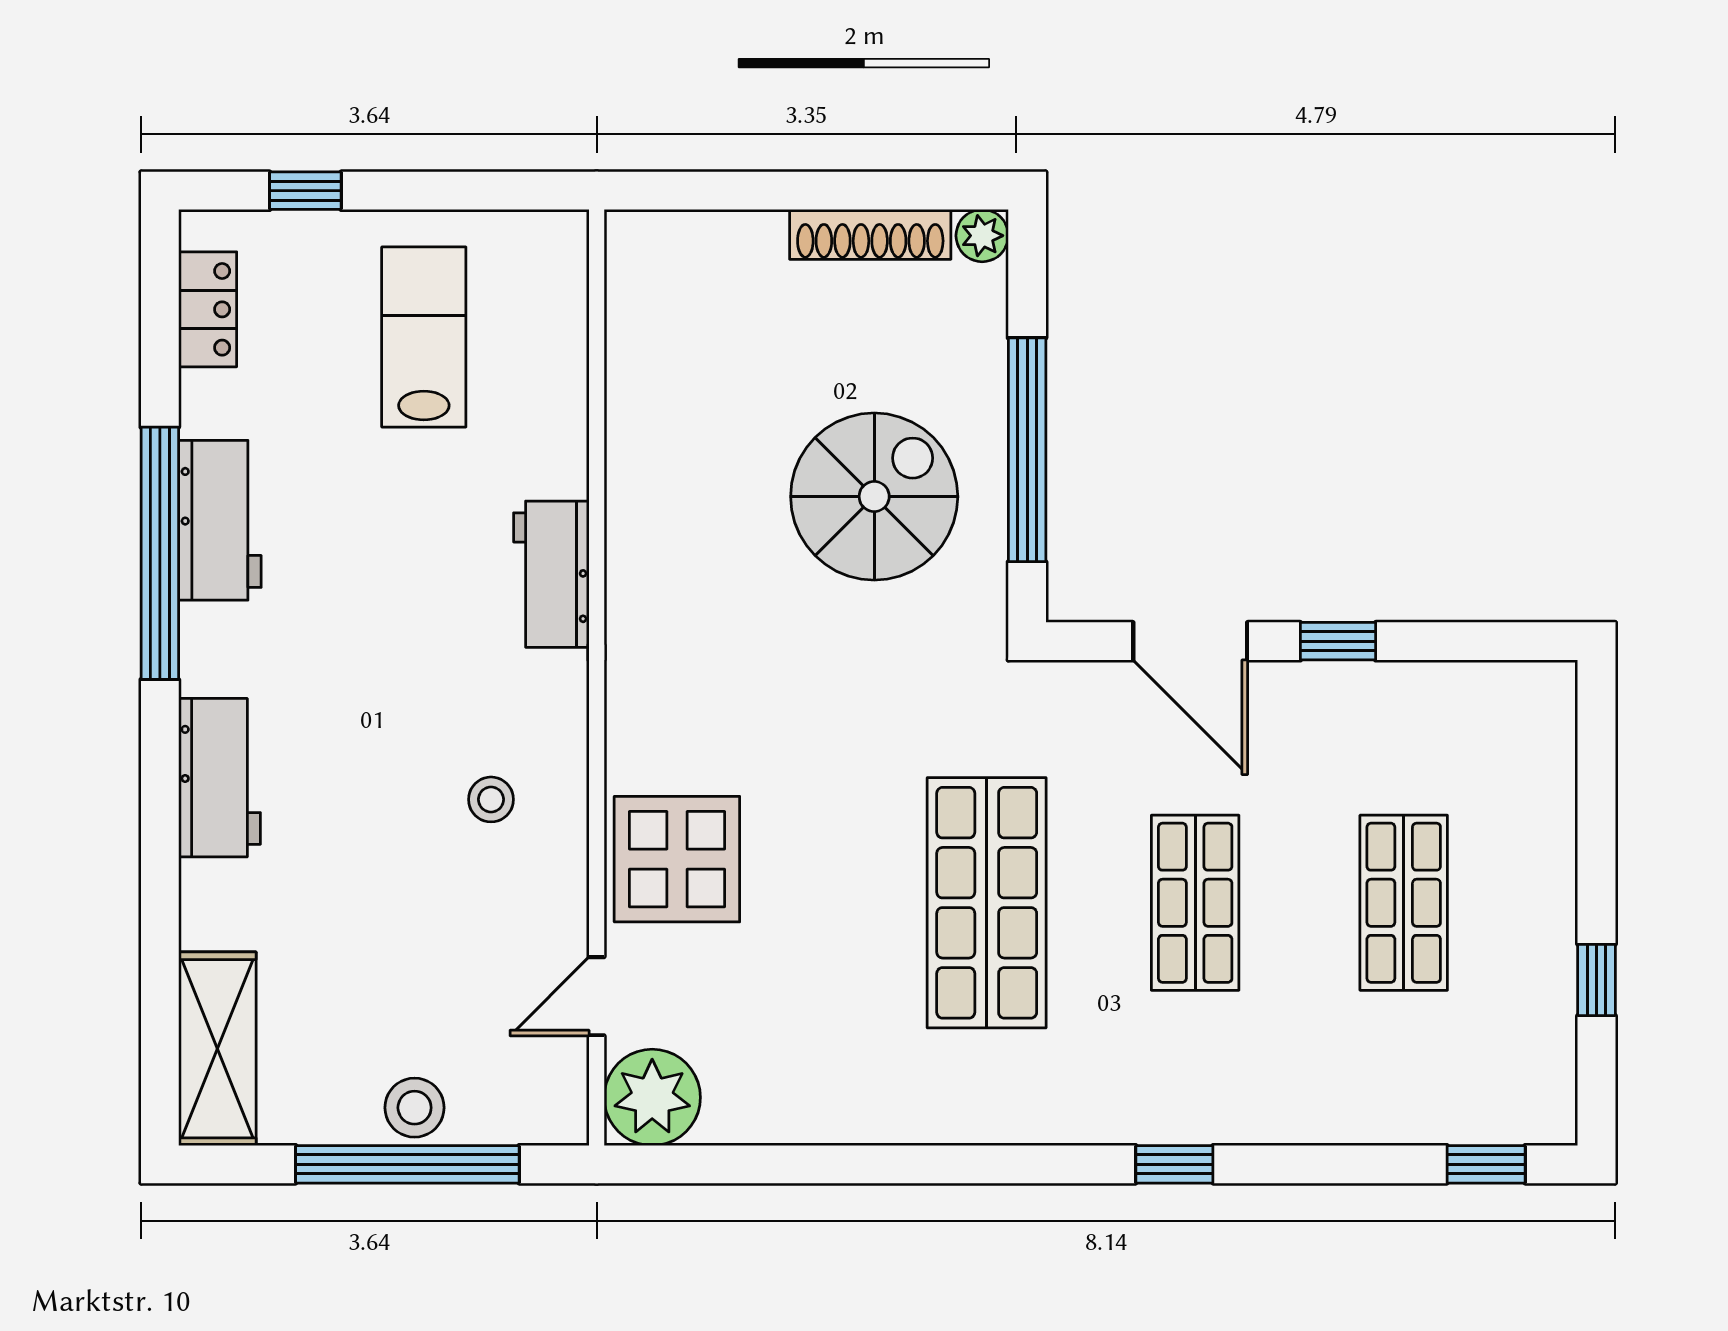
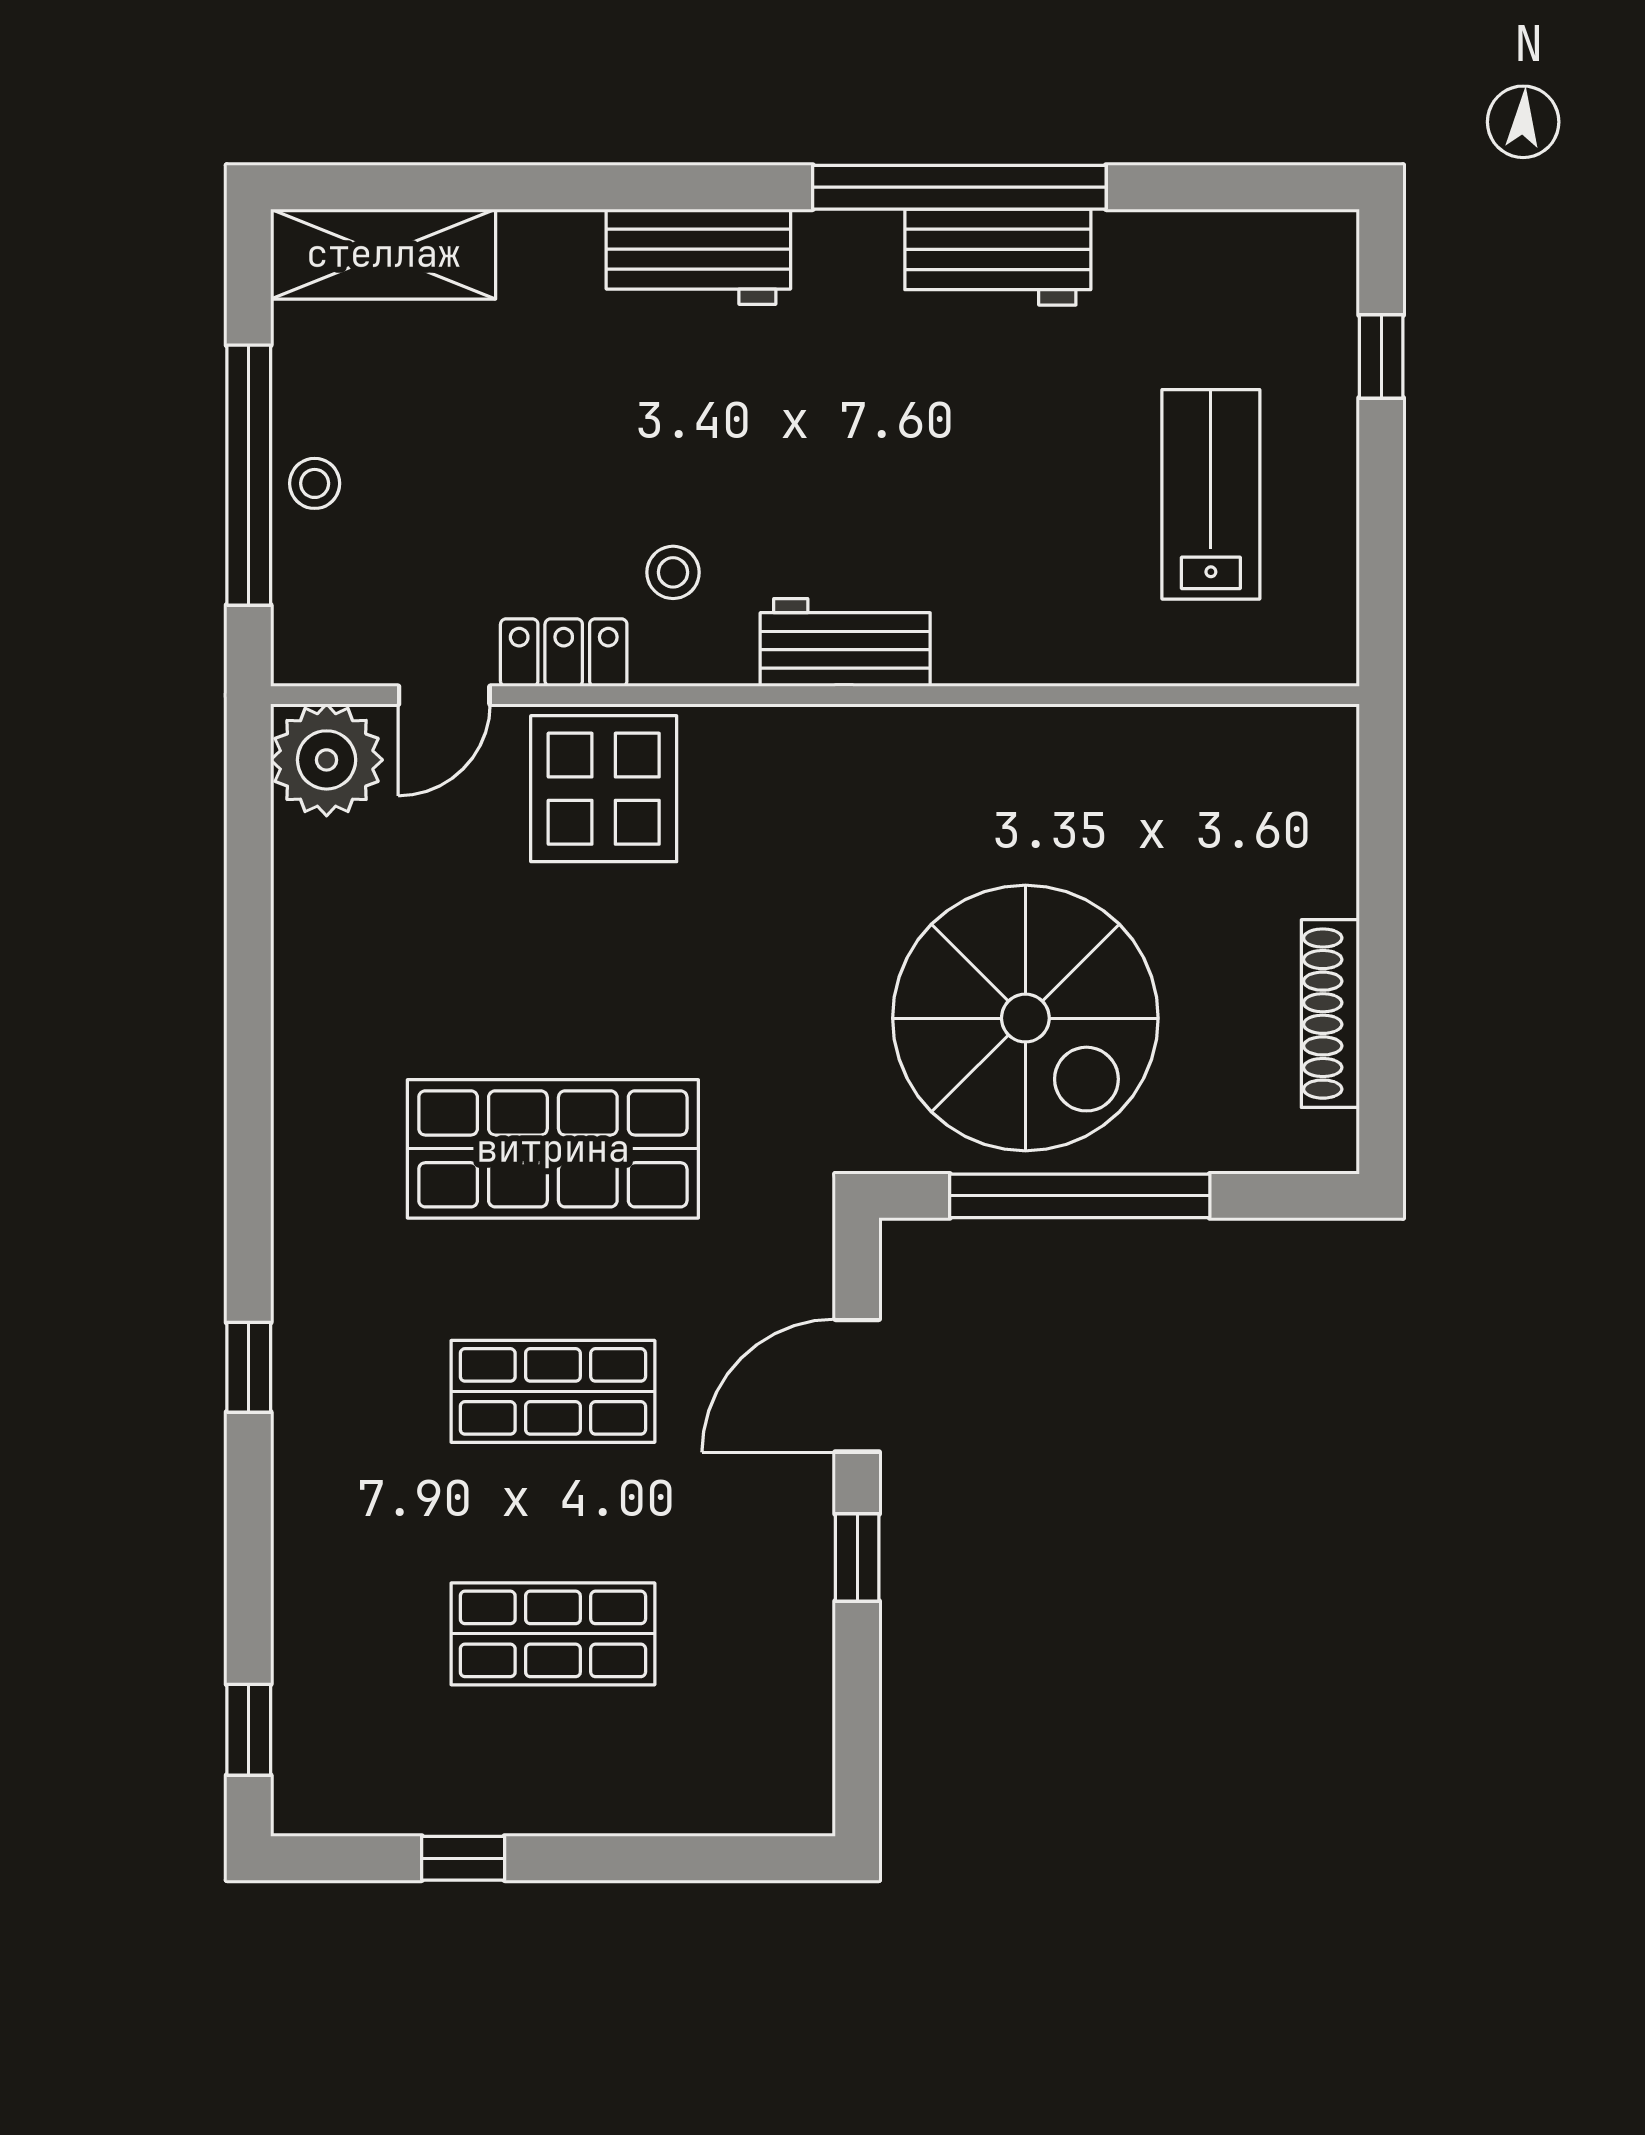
plant: (982, 236) -> (1329, 1144), removed
locker: (208, 309) -> (564, 653), moved, turned 180
lab bench: (424, 337) -> (1211, 494), turned -90
spiral stairs: (874, 497) -> (1025, 1018), width x1.37, depth x1.37
workbench: (551, 574) -> (845, 643), moved
door: (597, 996) -> (444, 695), swing flipped
stool: (415, 1108) -> (315, 483), width x0.73, depth x0.73

